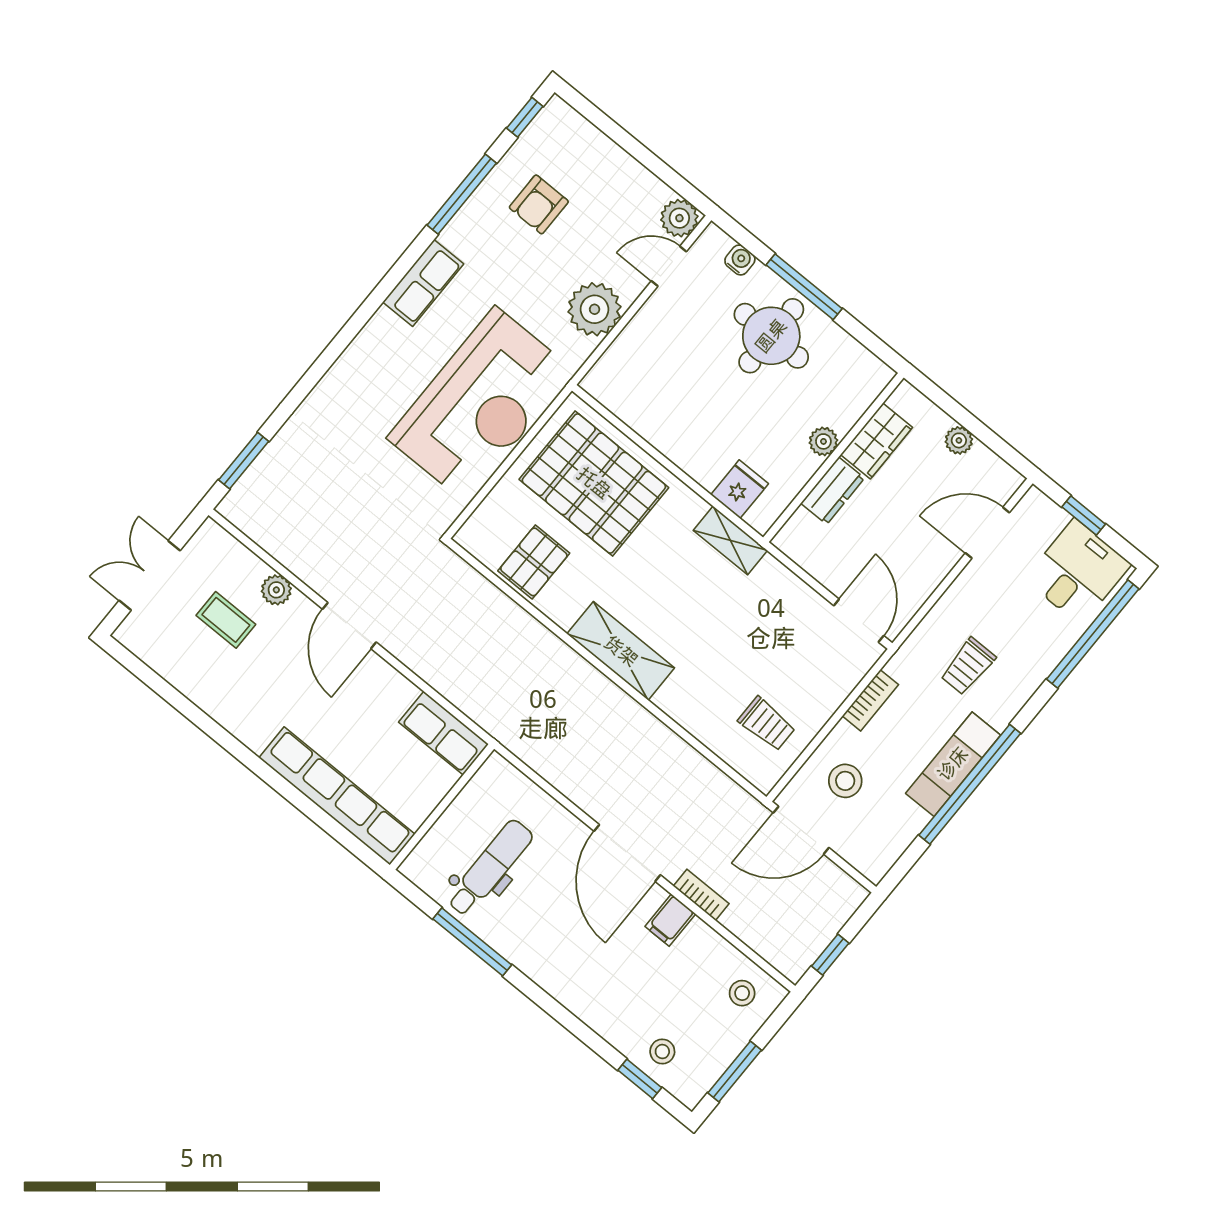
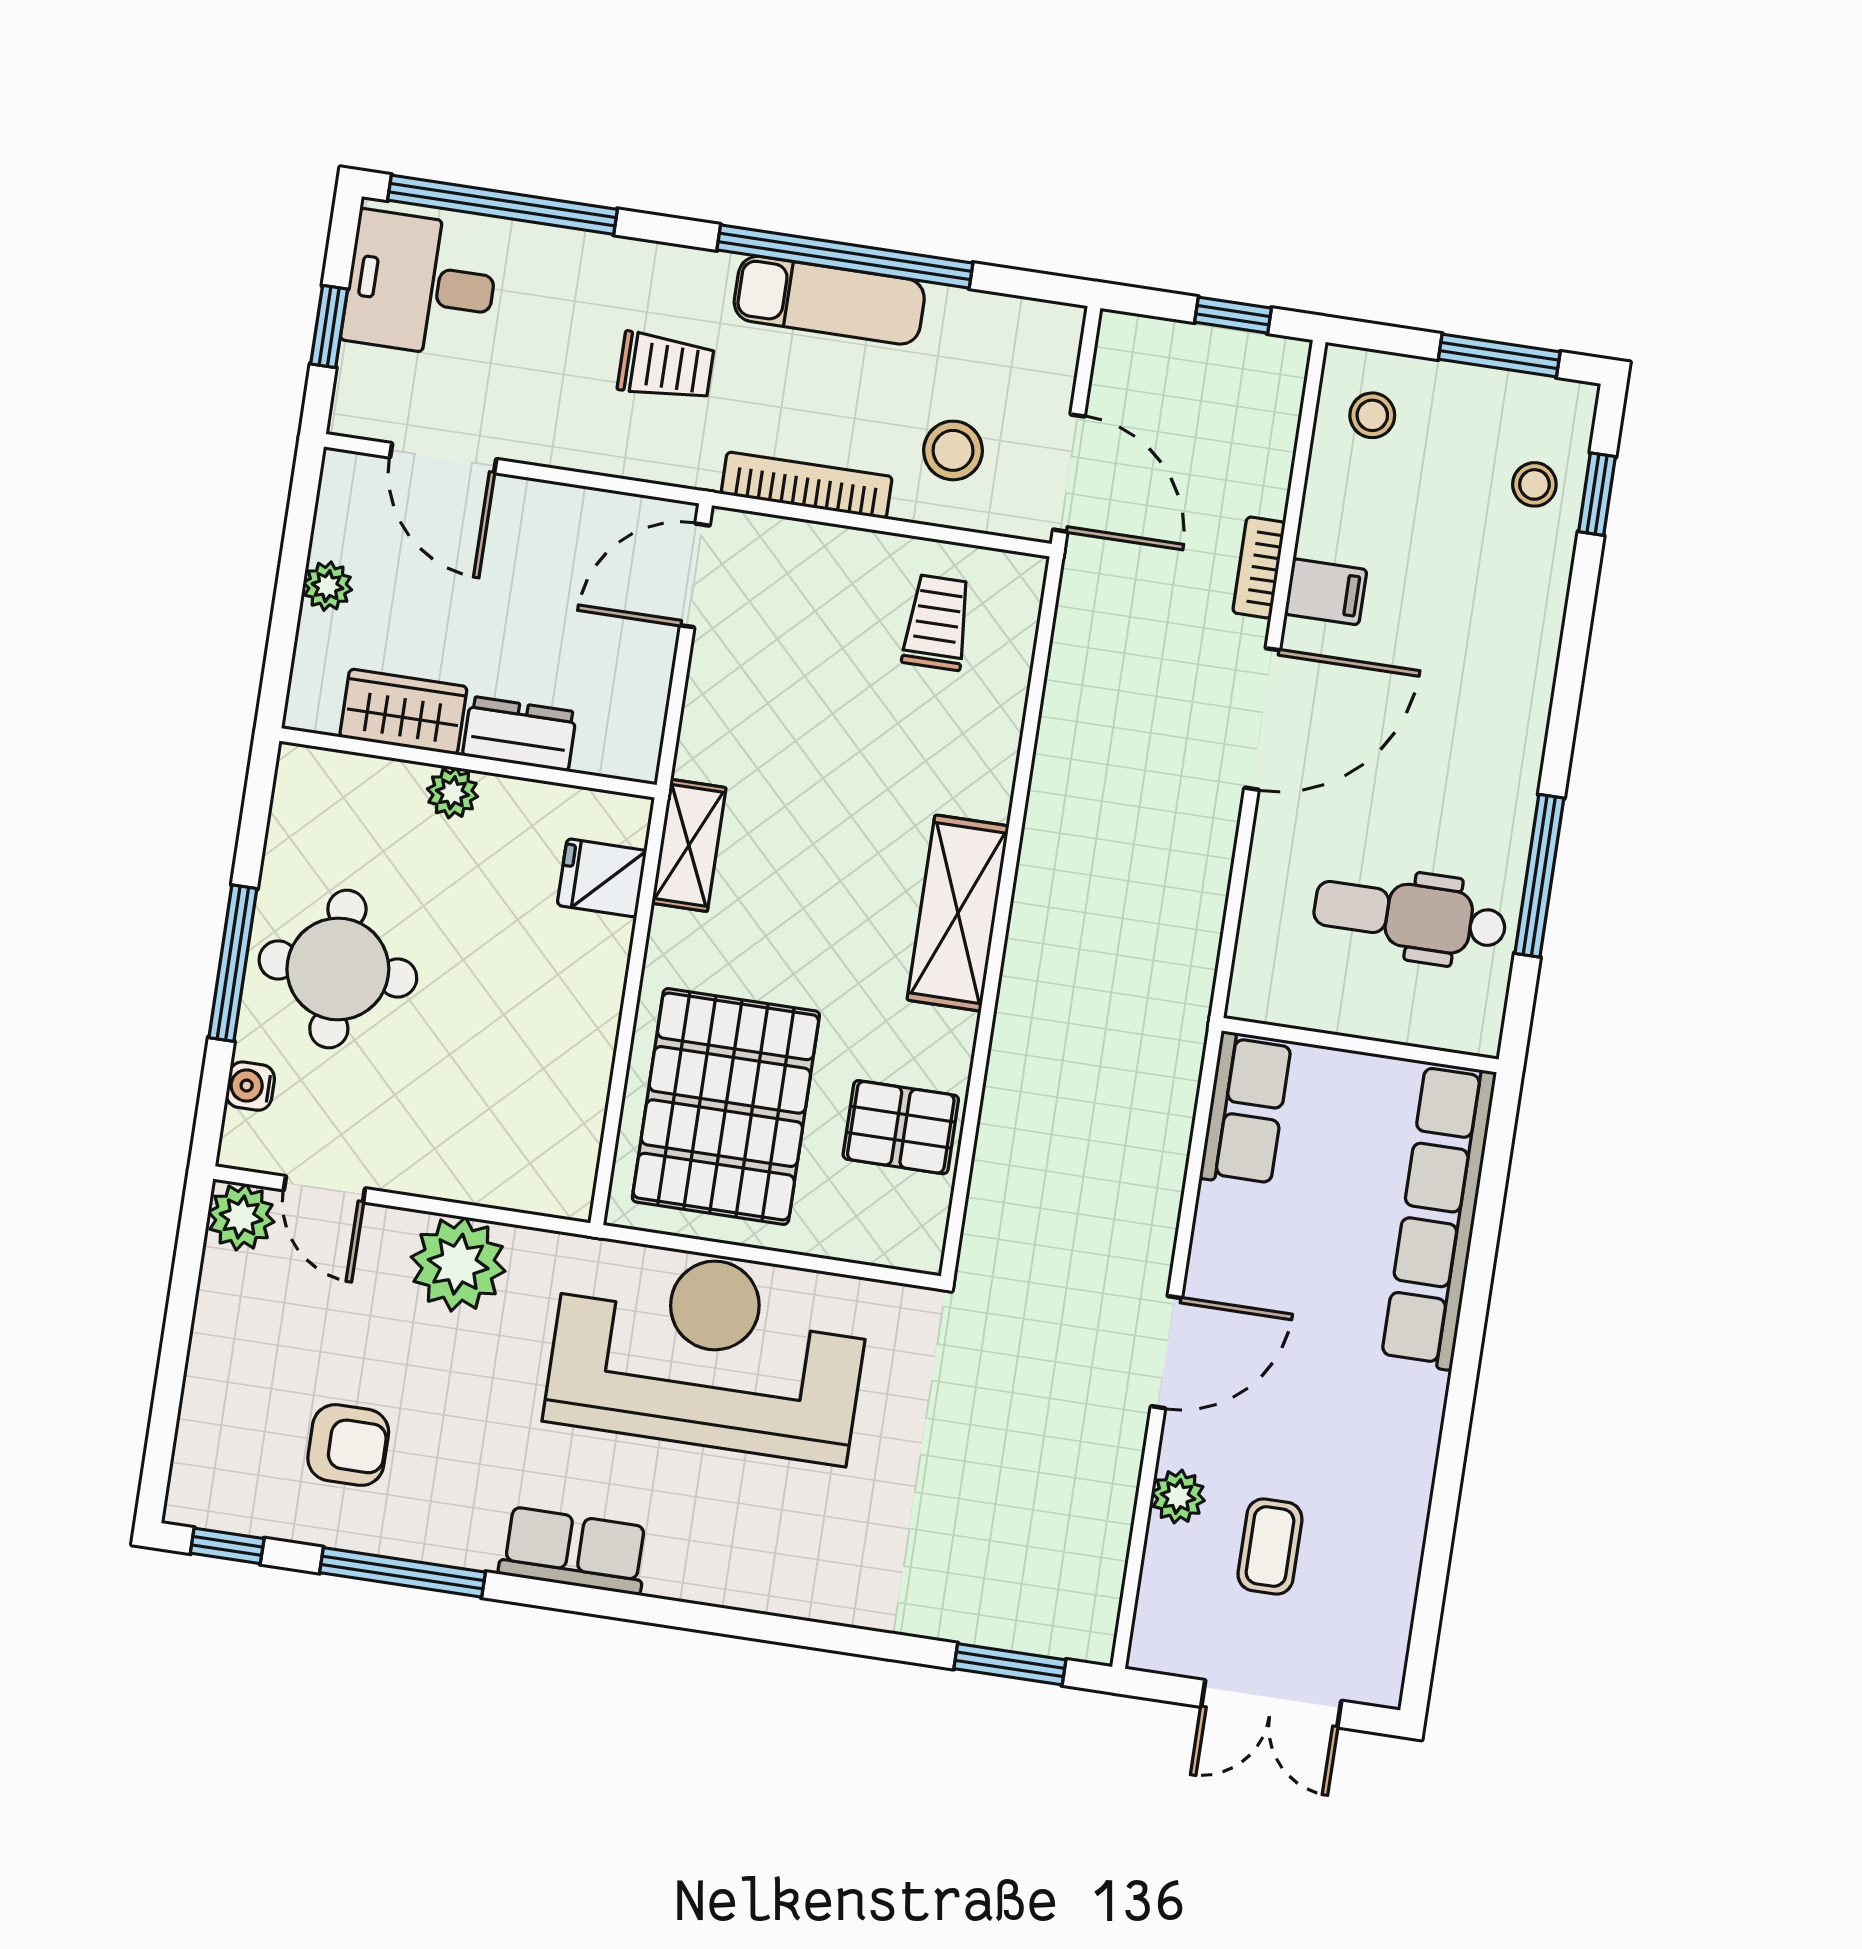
bookcase: (870, 700) -> (807, 485), width x1.56

